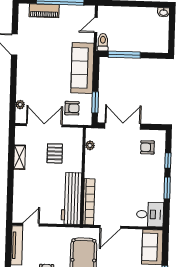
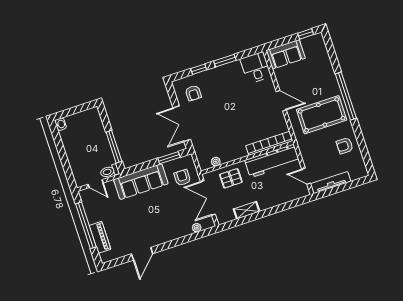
plant: (90, 145) -> (216, 162), moved
wall: (83, 176) -> (247, 158), moved
workbench: (71, 198) -> (272, 161), moved
bookcase: (89, 202) -> (269, 143), moved

